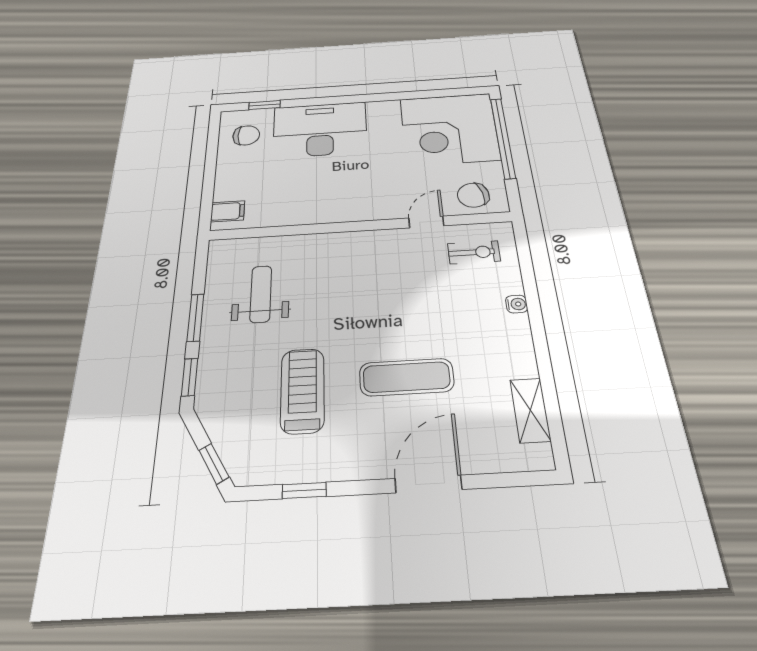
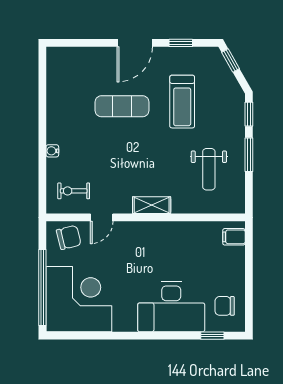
shelving: (530, 410) -> (152, 205), moved, turned 90
door: (428, 484) -> (135, 43), moved

